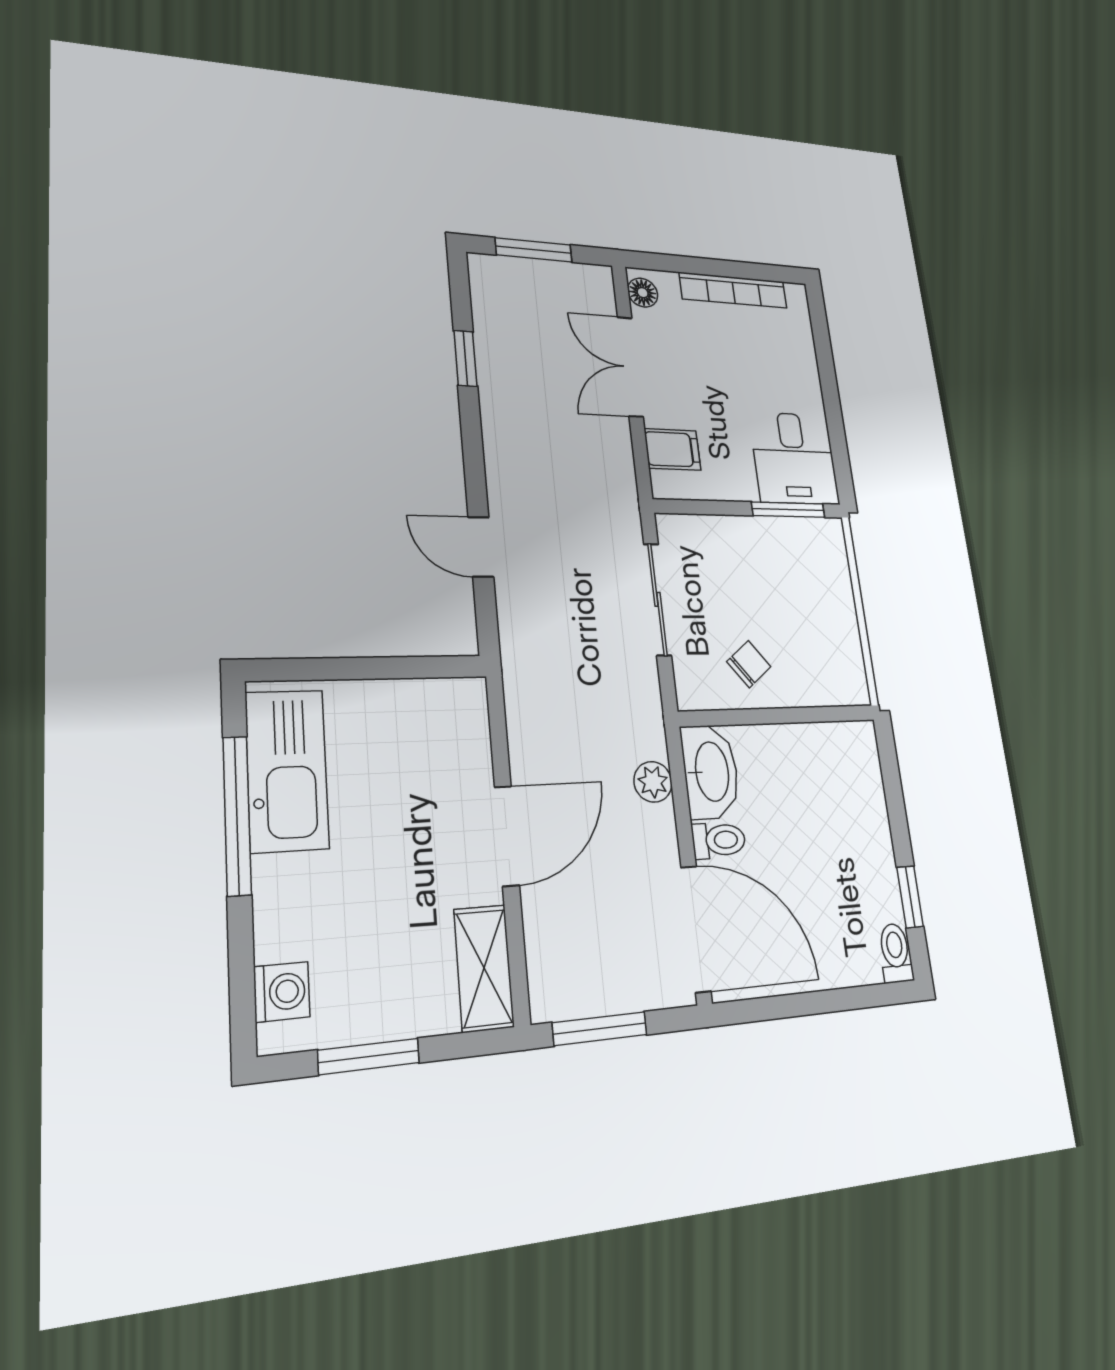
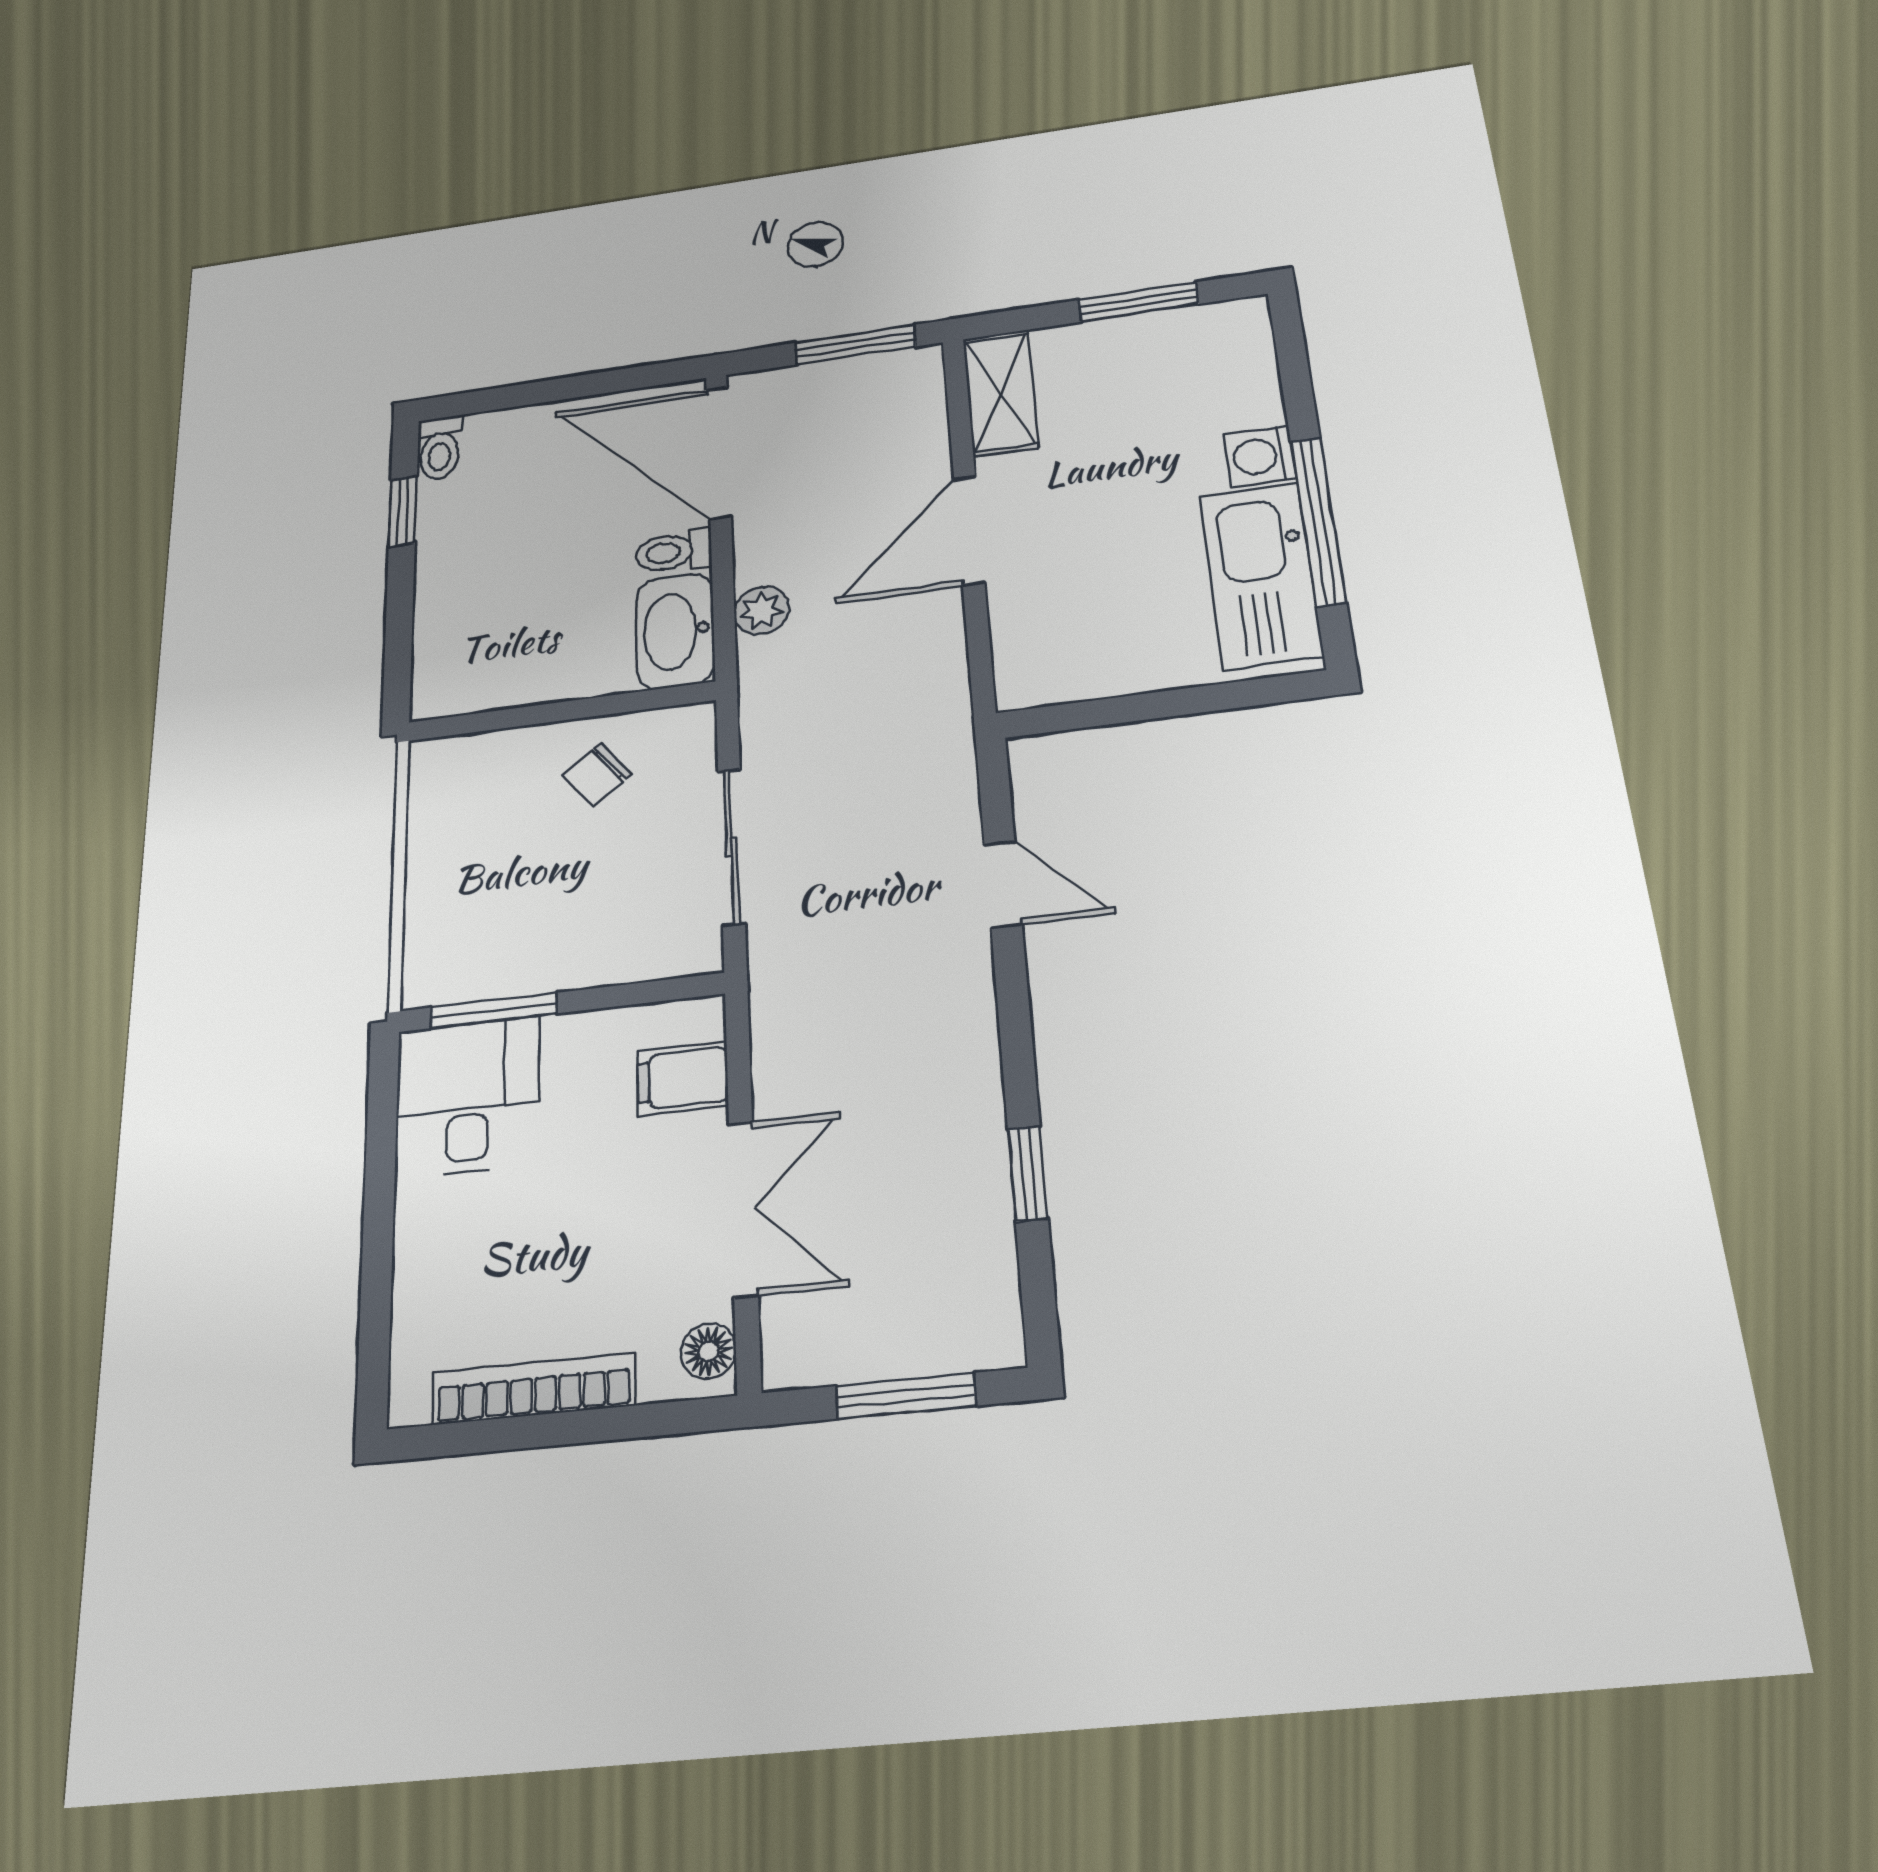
washing machine: (282, 992) -> (1260, 456), moved

